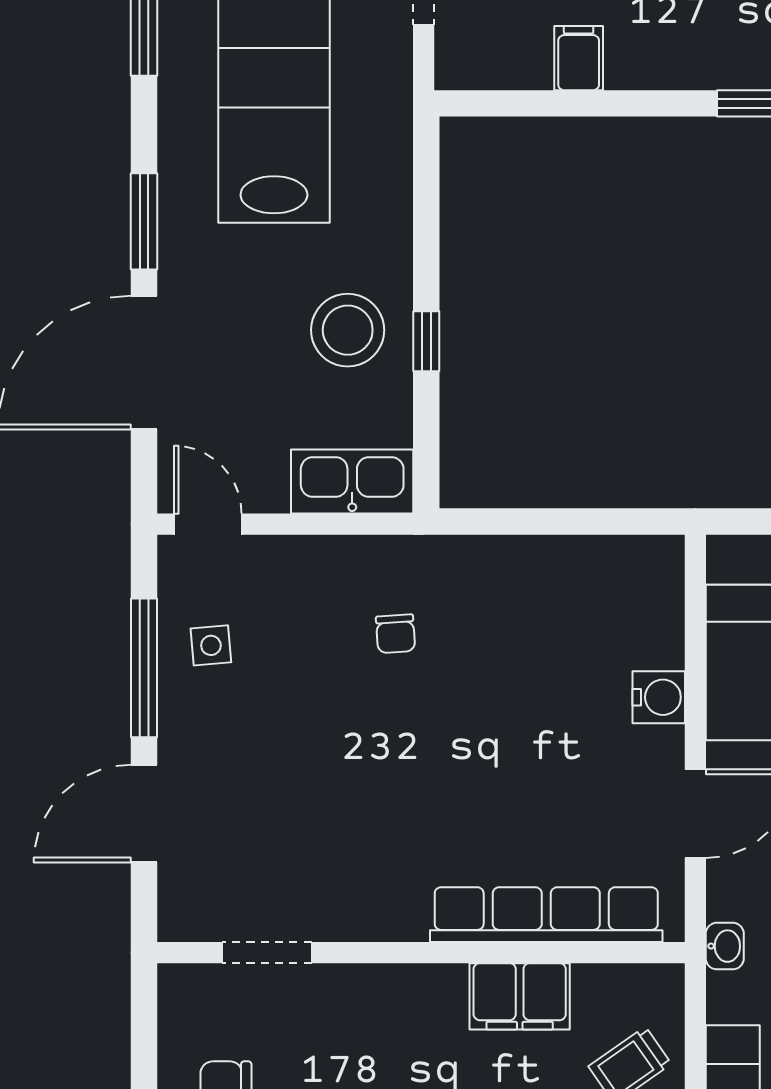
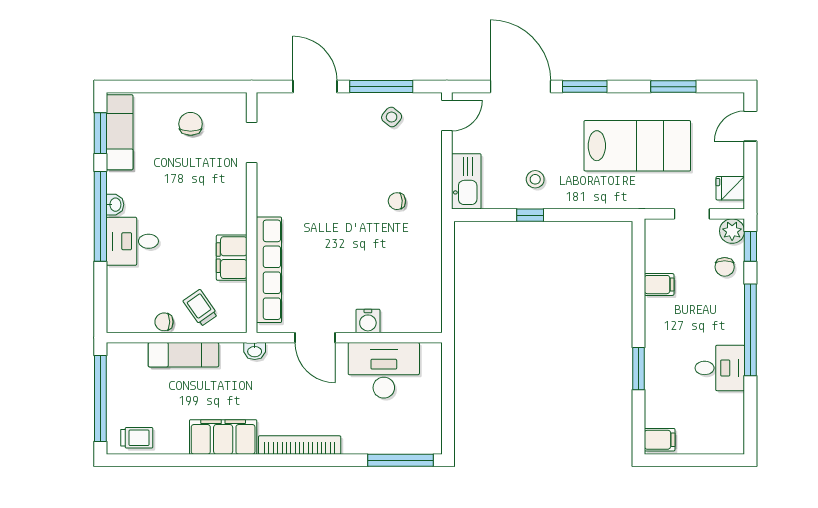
stool: (348, 330) -> (535, 179), width x0.53, depth x0.53
side table: (211, 645) -> (392, 117), turned 45

